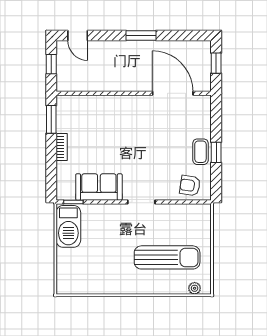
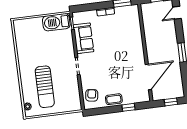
window: (216, 152) -> (129, 107), moved

